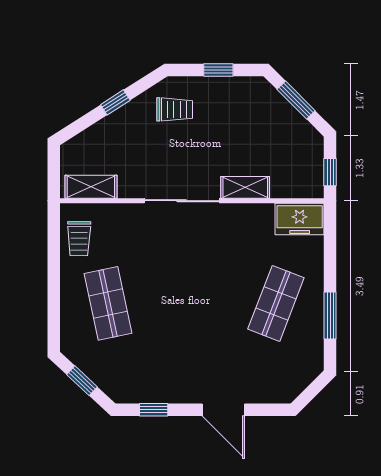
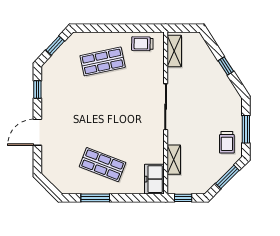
window: (218, 70) -> (246, 129), width x1.50
trolley: (175, 109) -> (227, 142), moved
shelving: (245, 187) -> (174, 160), moved

